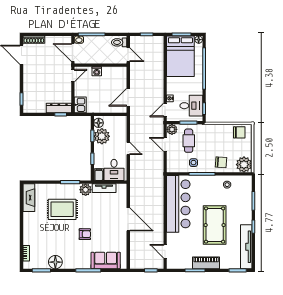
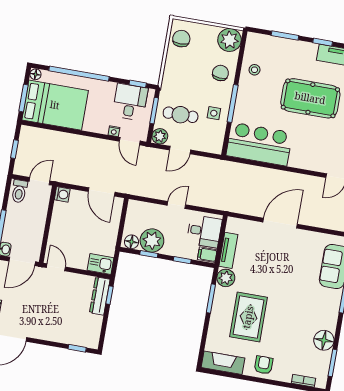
washing machine: (97, 71) -> (62, 194), moved
bar counter: (178, 204) -> (259, 144), width x0.73
armchair: (85, 234) -> (264, 365), moved

